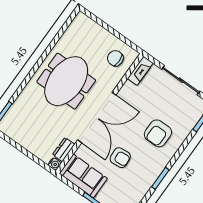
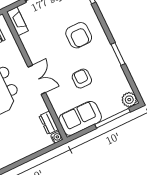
double door: (97, 117) -> (37, 80), width x0.54
armchair: (120, 158) -> (82, 79), turned -85

